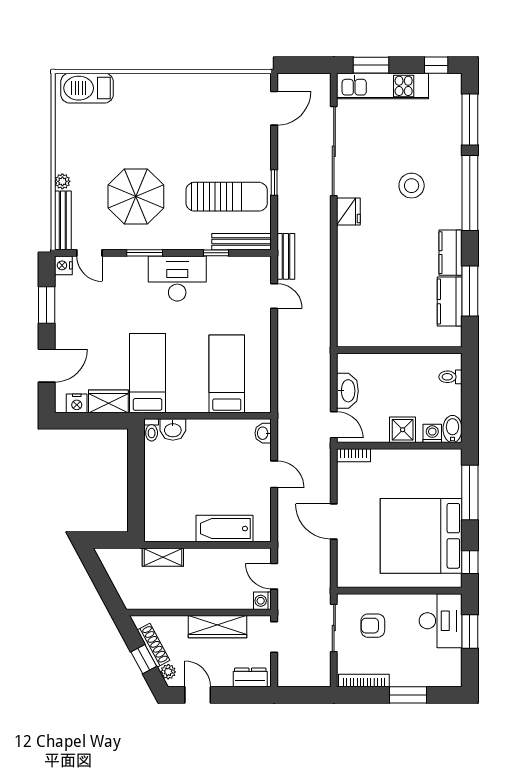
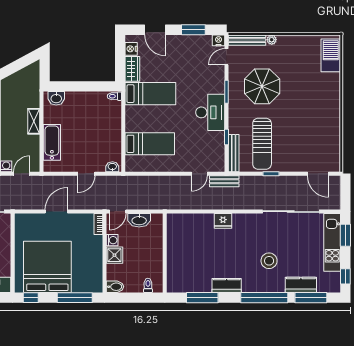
fridge: (348, 211) -> (223, 221), moved
kitchen counter: (450, 302) -> (301, 285), moved
washbasin: (173, 430) -> (56, 98), moved, turned -90
washing machine: (432, 433) -> (112, 240), moved
shelving: (163, 557) -> (34, 121), moved

